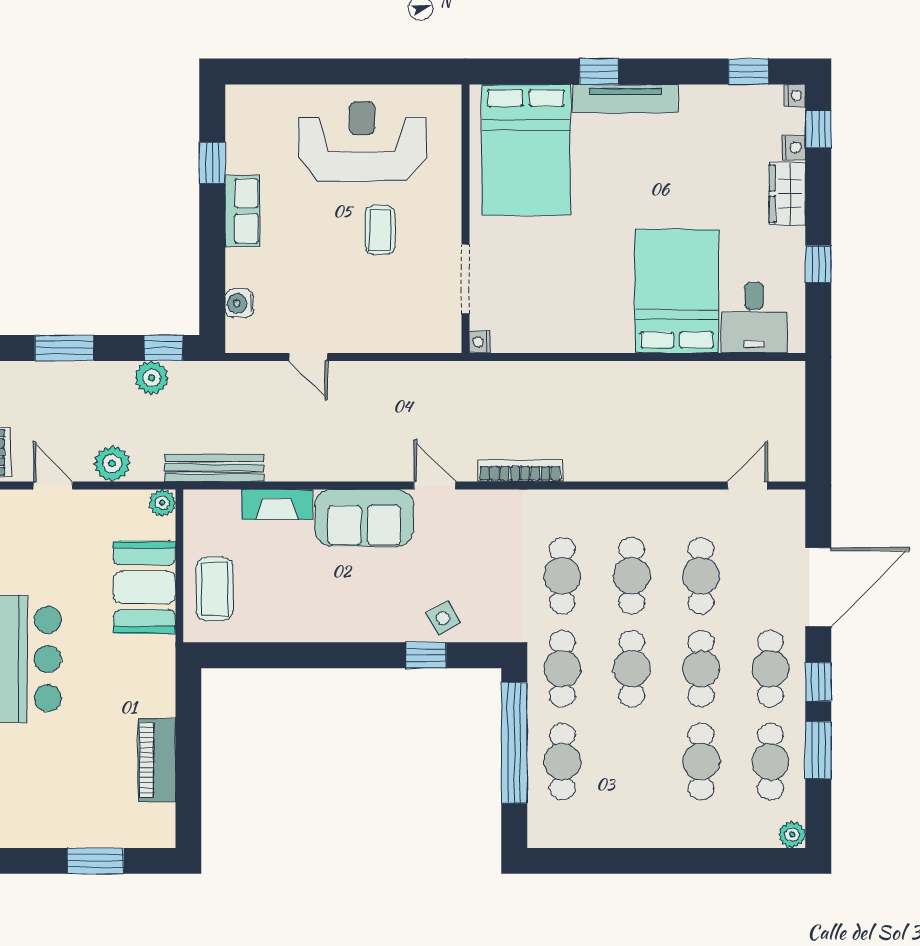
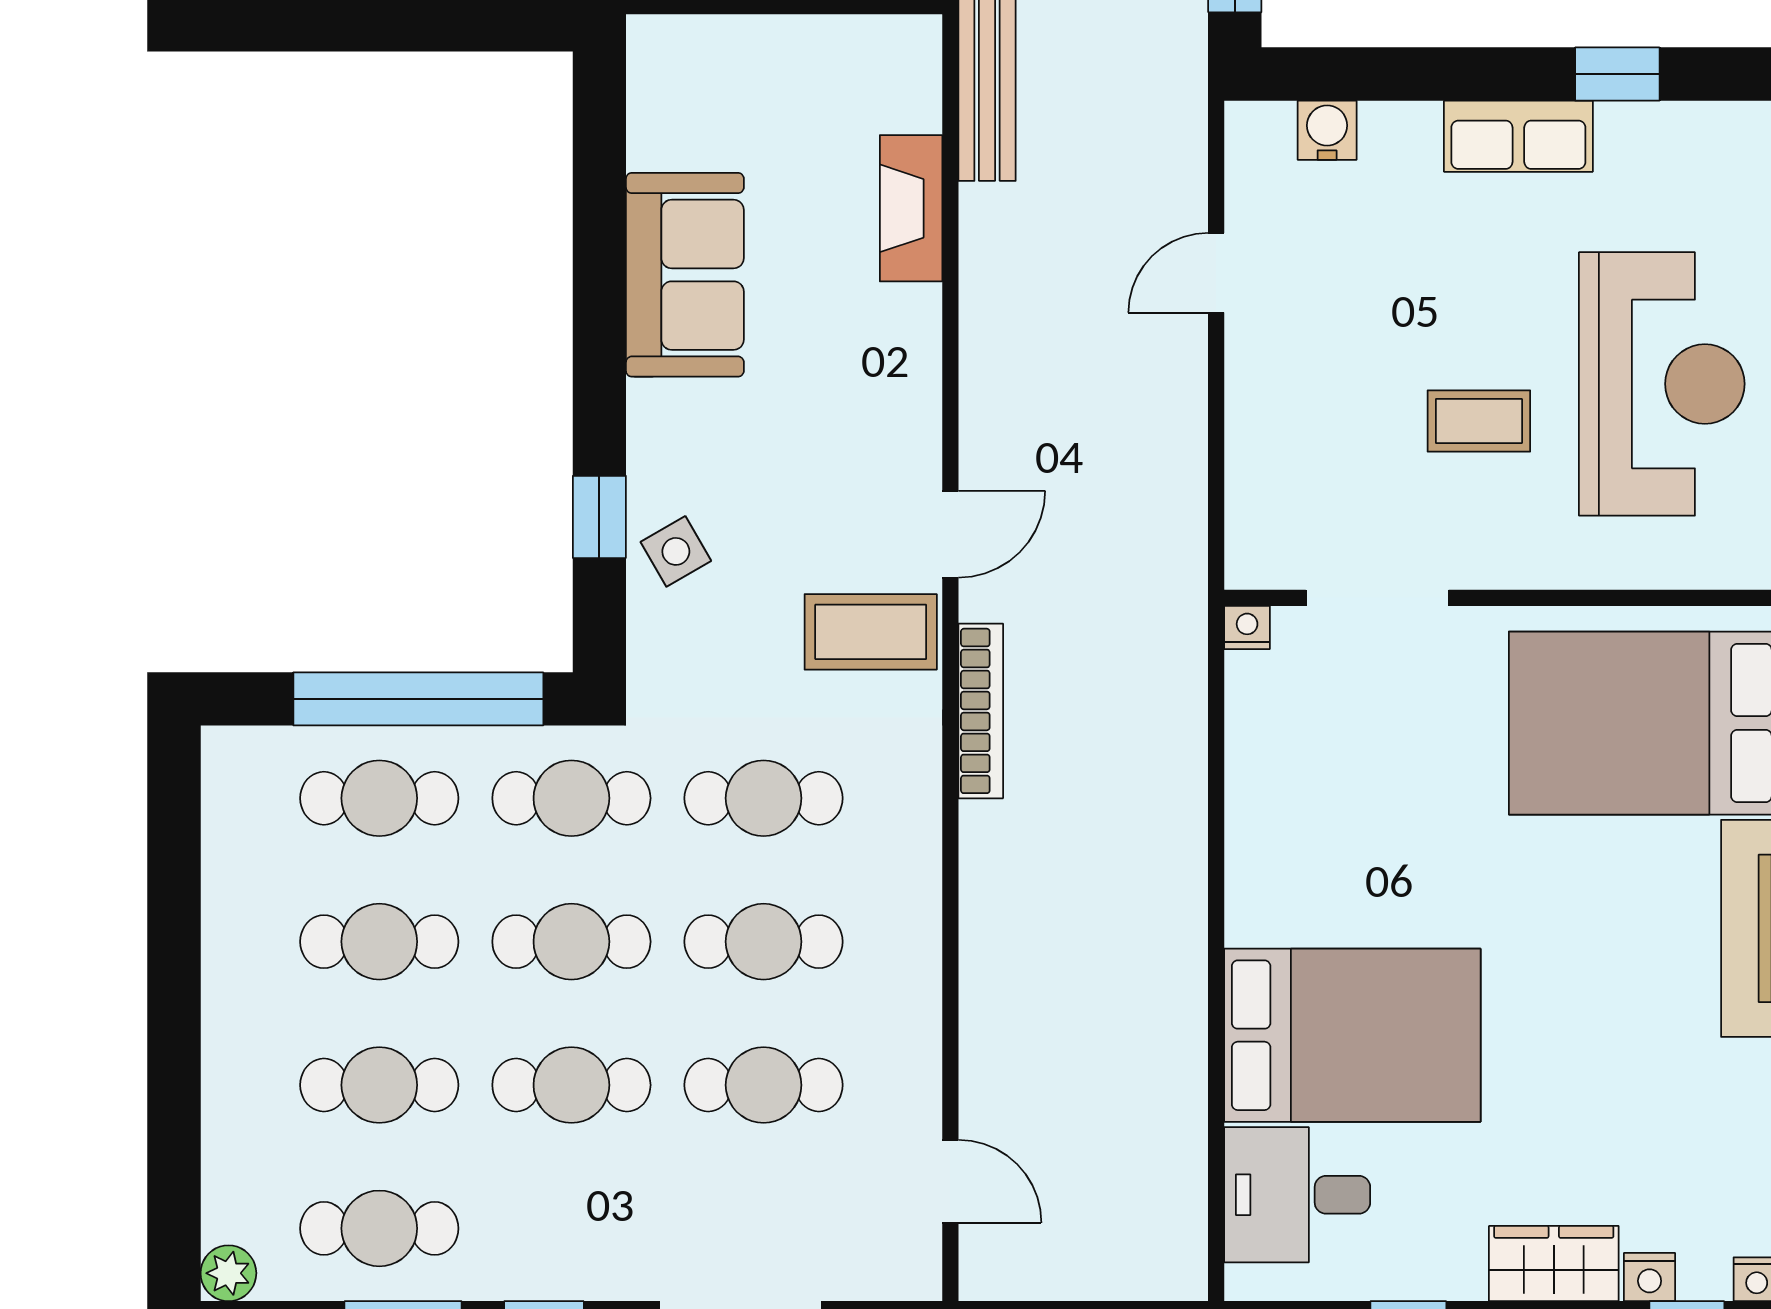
sofa: (364, 518) -> (685, 275), moved, turned 180
coffee table: (214, 589) -> (871, 632), moved
cafe table: (770, 669) -> (379, 942), moved

